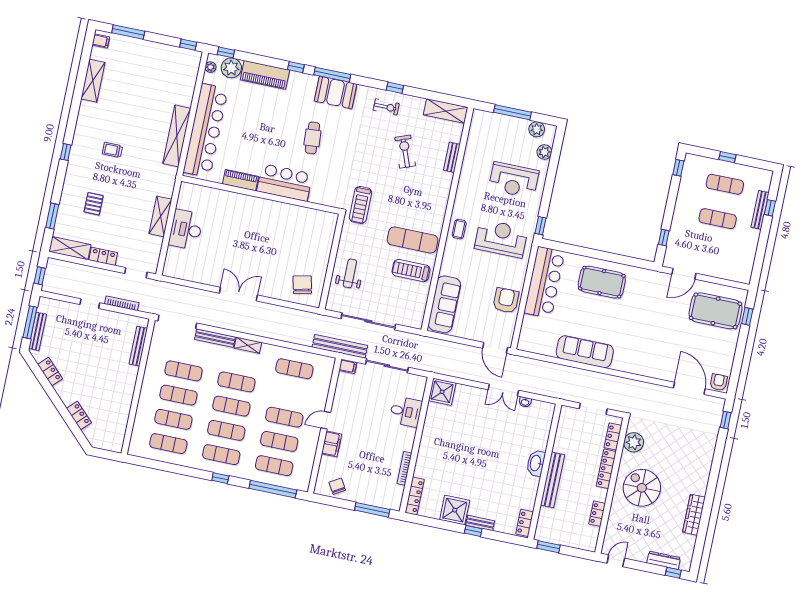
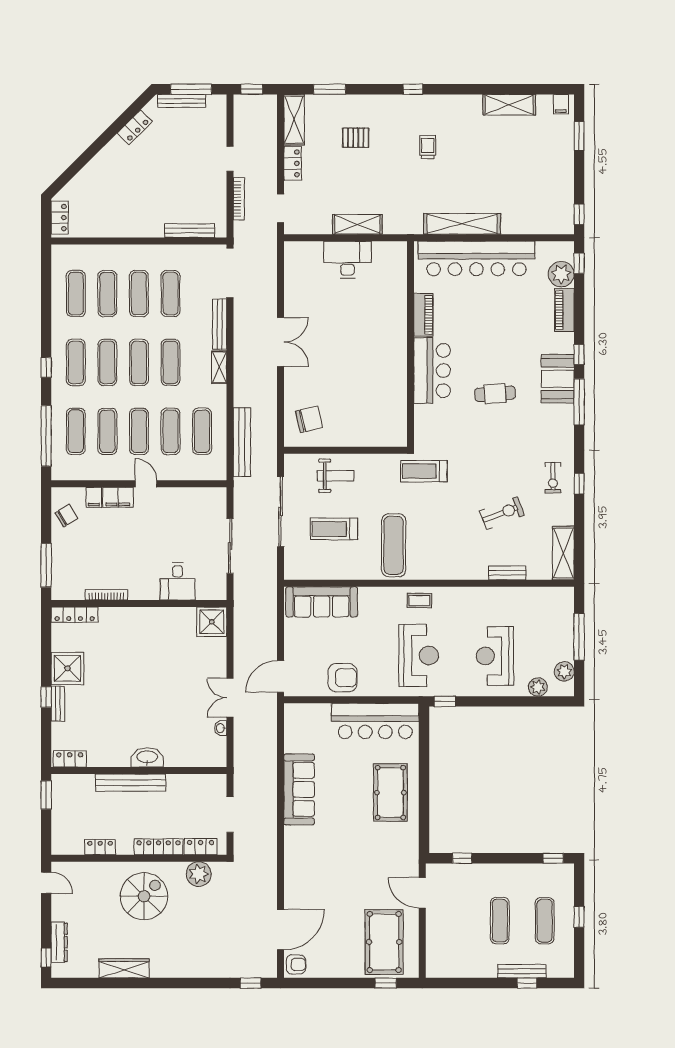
window: (128, 32) -> (579, 136), width x0.69
plant: (210, 67) -> (557, 248), removed
piano: (265, 75) -> (564, 310), width x0.73, depth x0.75
booth: (336, 93) -> (558, 379), moved
treadmill: (411, 271) -> (334, 529), moved, turned -90
bench: (340, 346) -> (242, 442), moved
filing cabinet: (348, 366) -> (94, 497), moved
exercise mat: (289, 393) -> (171, 431), added
locker: (79, 416) -> (60, 218), moved, turned -45

